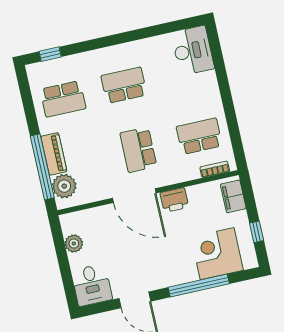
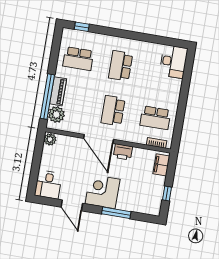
school desk: (124, 85) -> (121, 66), turned -90
school desk: (199, 136) -> (155, 118), turned 180
plant: (74, 243) -> (50, 139), moved
corner desk: (217, 254) -> (103, 192), moved
window: (199, 286) -> (116, 213), width x0.68

